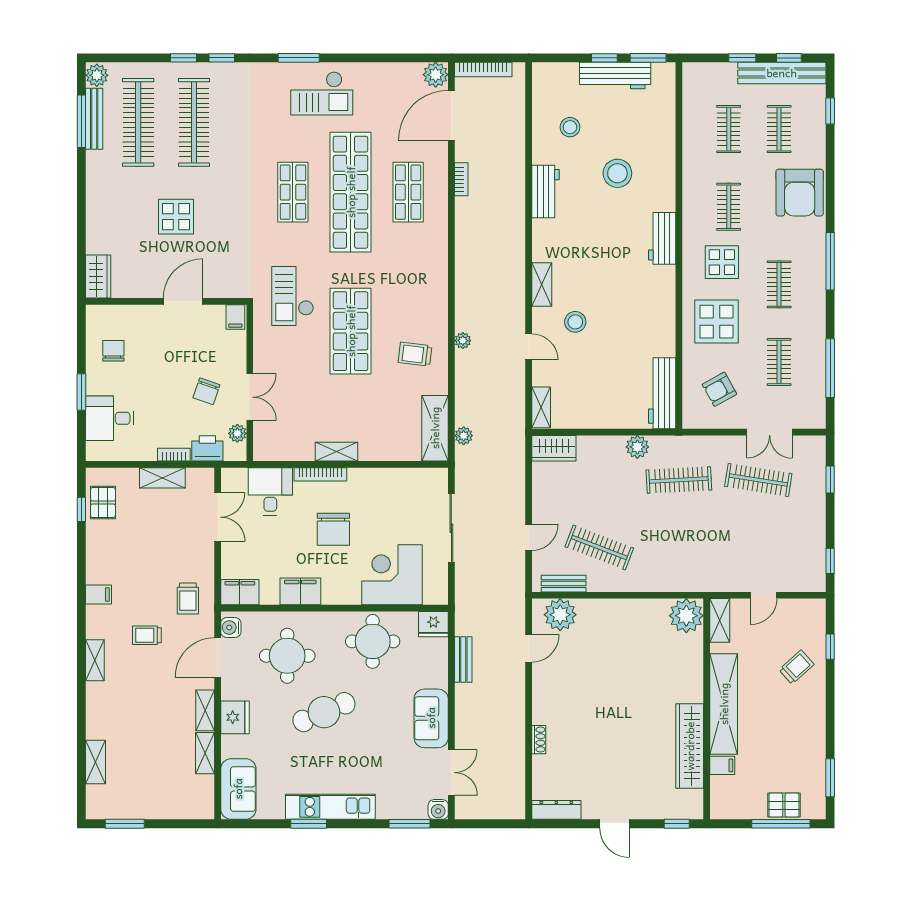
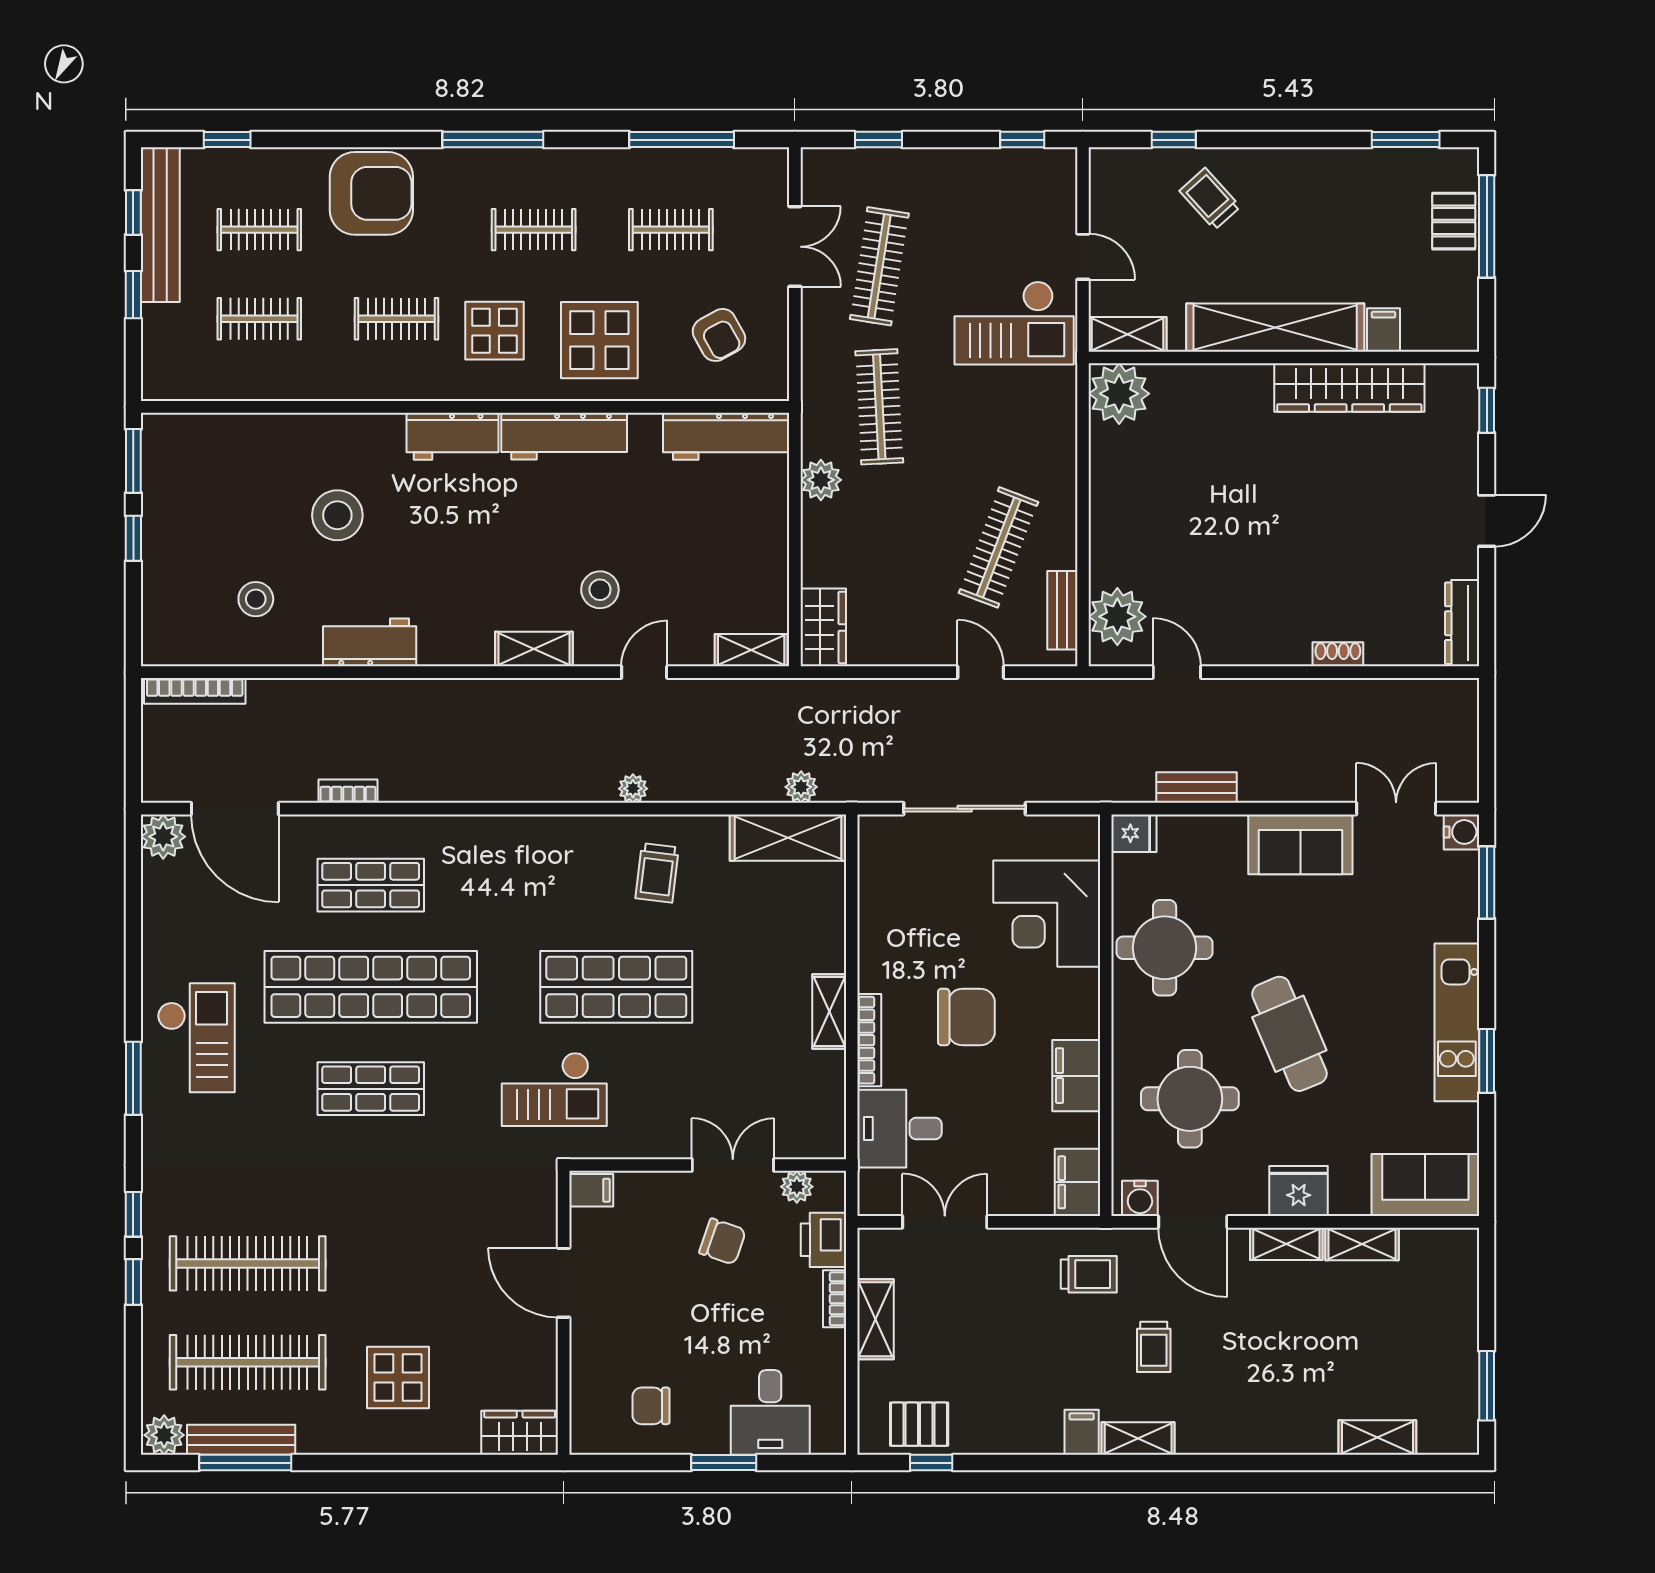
bookcase: (483, 69) -> (195, 691), moved, turned 90
workbench: (615, 75) -> (564, 436), moved, turned 90
display table: (176, 217) -> (398, 1377), moved
checkout: (726, 556) -> (1014, 323), added
fridge: (433, 624) -> (1134, 833), width x0.72
shelving: (95, 660) -> (1138, 1439), moved

